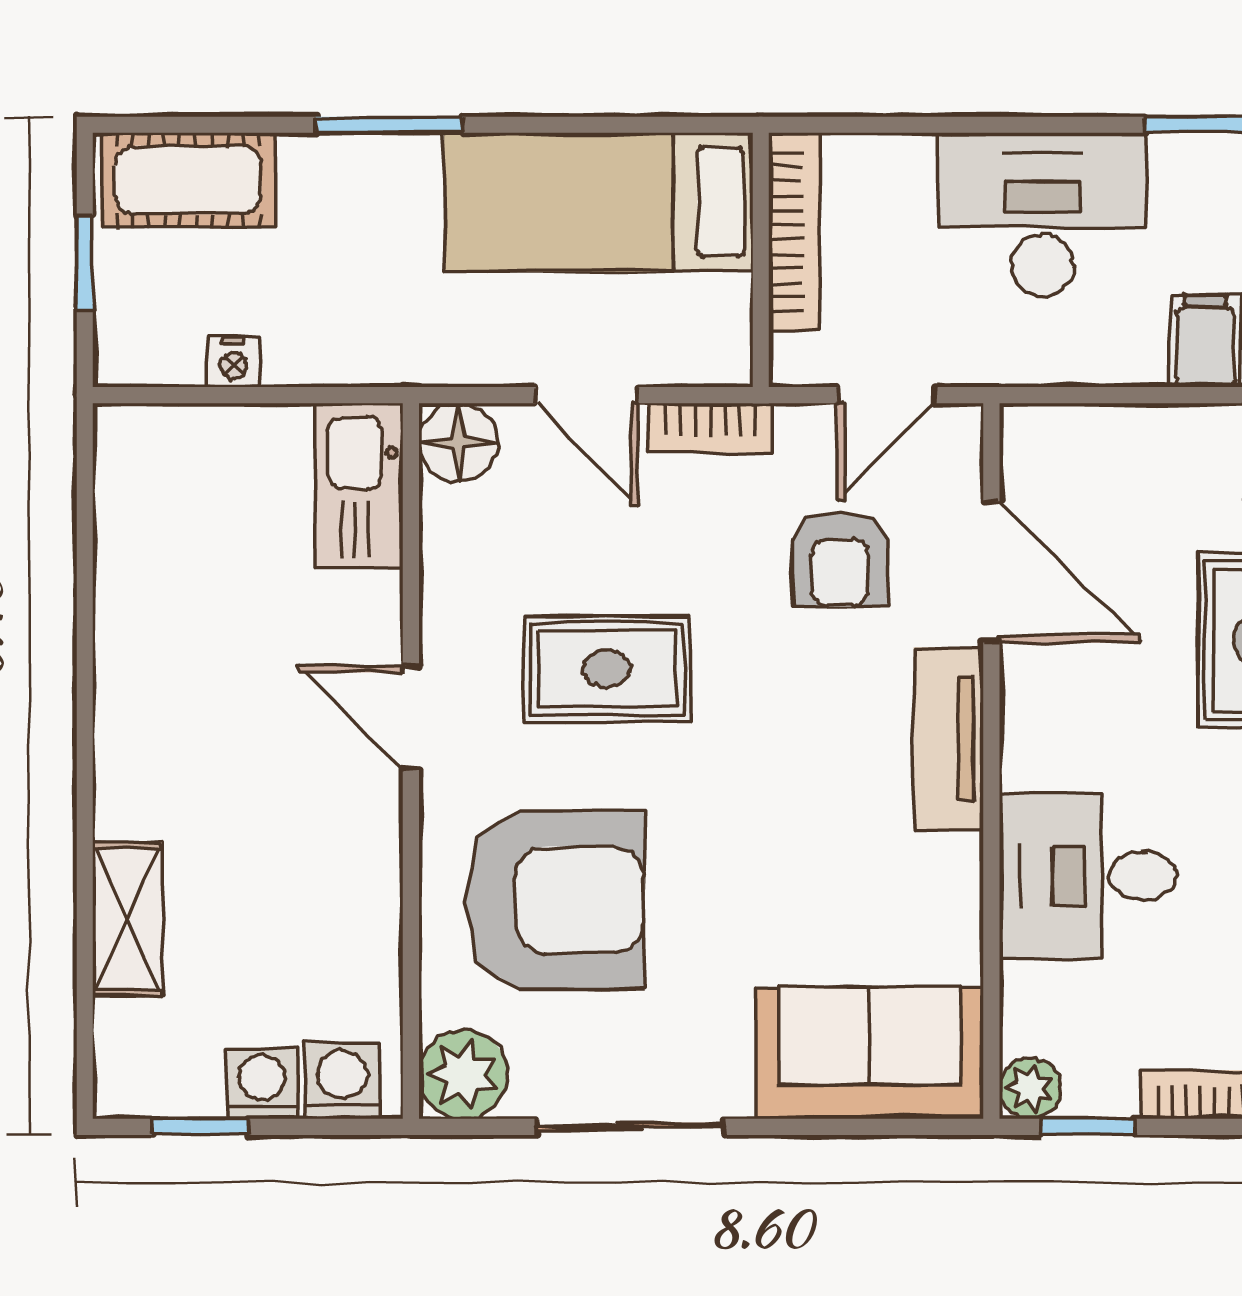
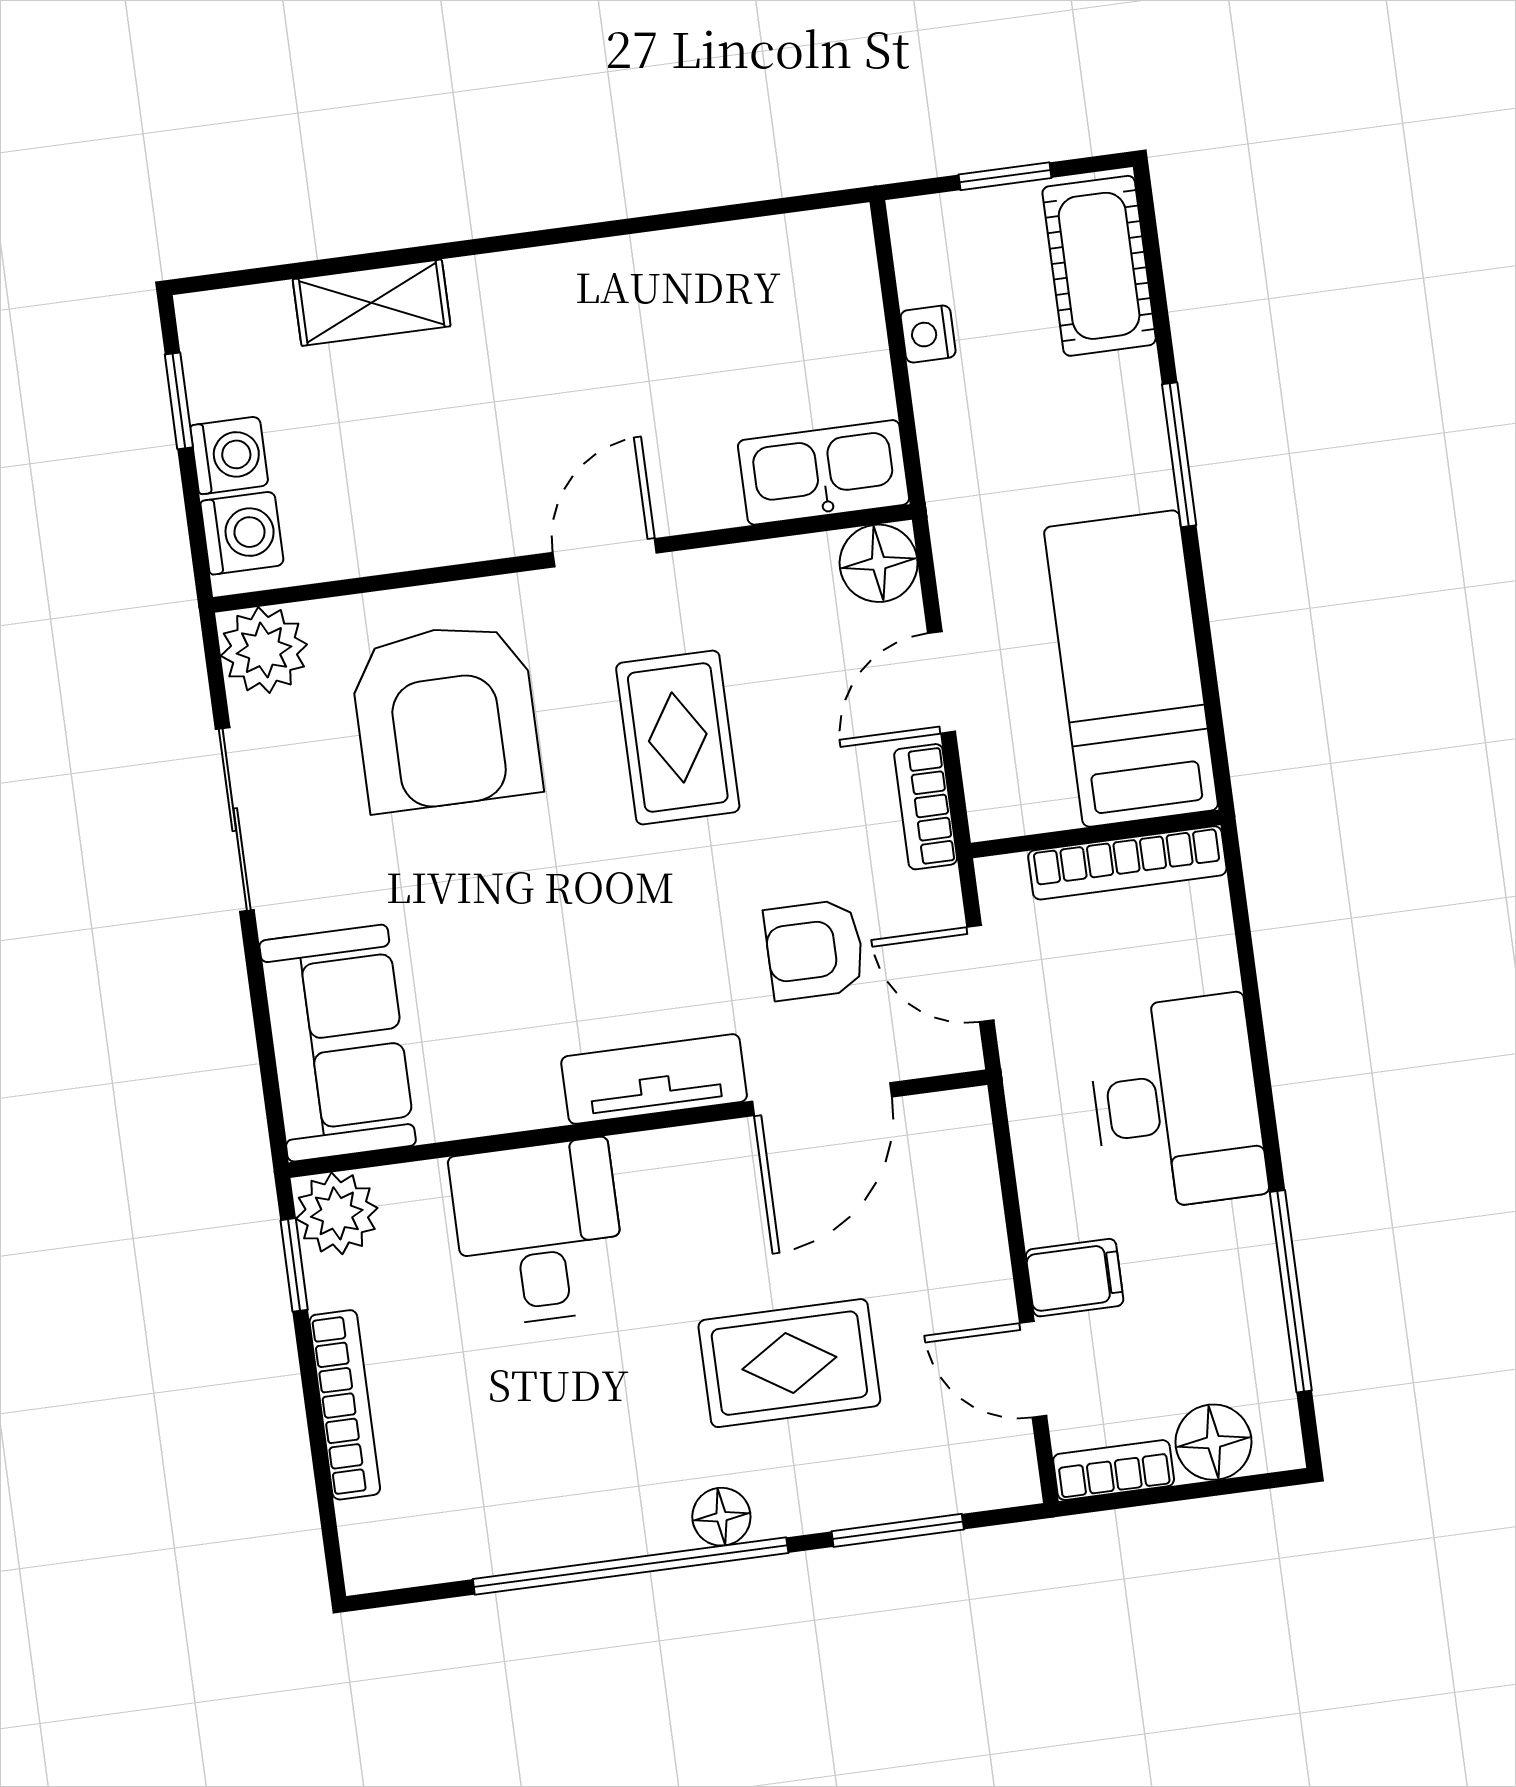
plant: (1030, 1088) -> (337, 1213), width x1.38, depth x1.38

